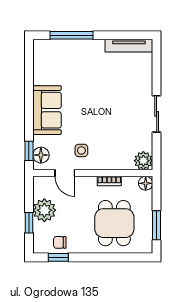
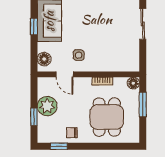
window: (29, 151) -> (34, 26), moved
plant: (143, 161) -> (131, 64), removed
window: (157, 225) -> (143, 104), moved
chair: (60, 242) -> (72, 133), moved

